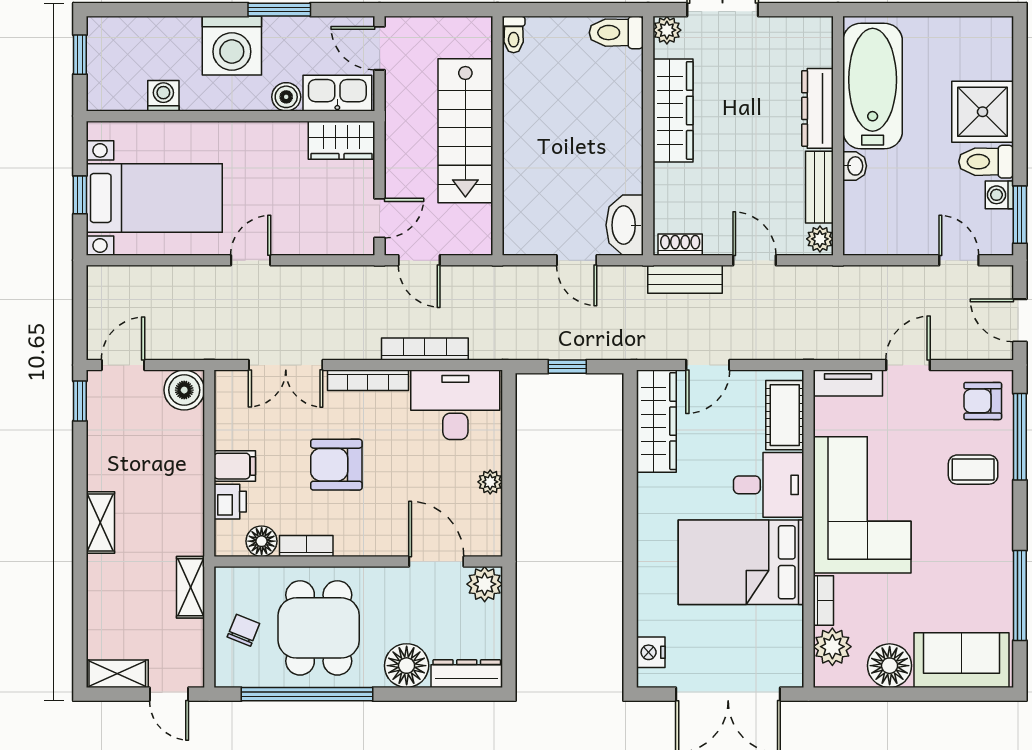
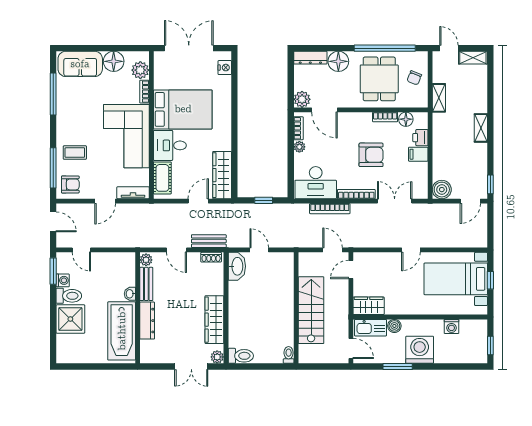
bookcase: (492, 522) -> (298, 128), added

